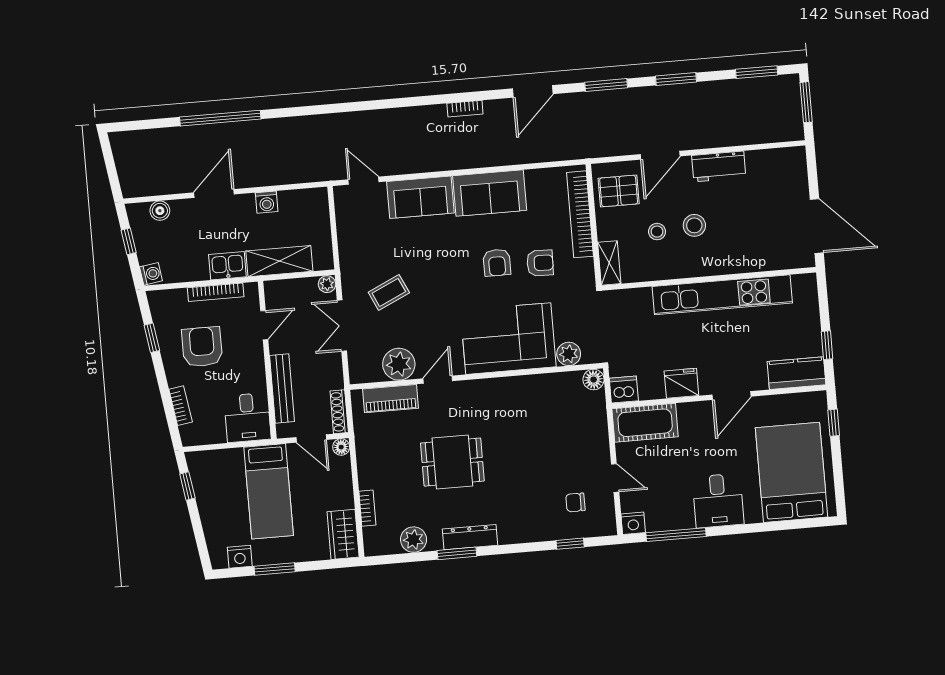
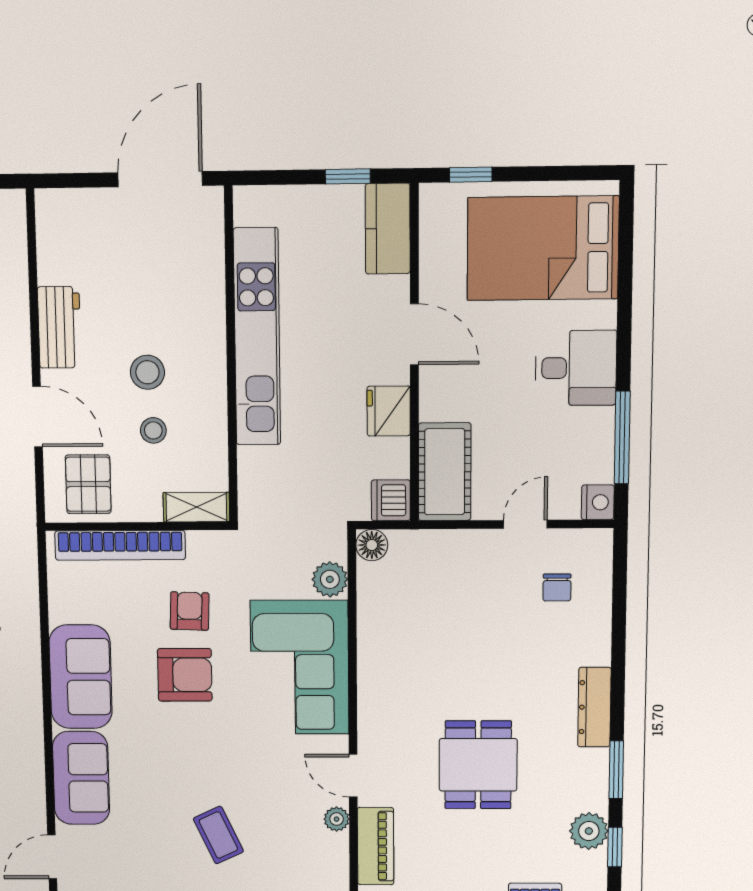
armchair: (497, 263) -> (185, 675), width x1.38, depth x1.38
plant: (399, 364) -> (337, 819), width x0.53, depth x0.53
dresser: (470, 537) -> (594, 707), moved
window: (570, 544) -> (615, 847), moved

